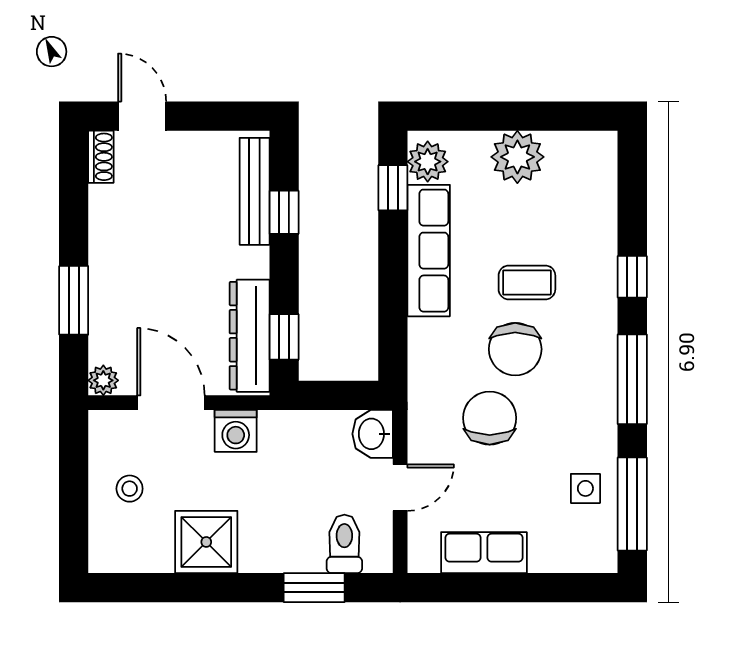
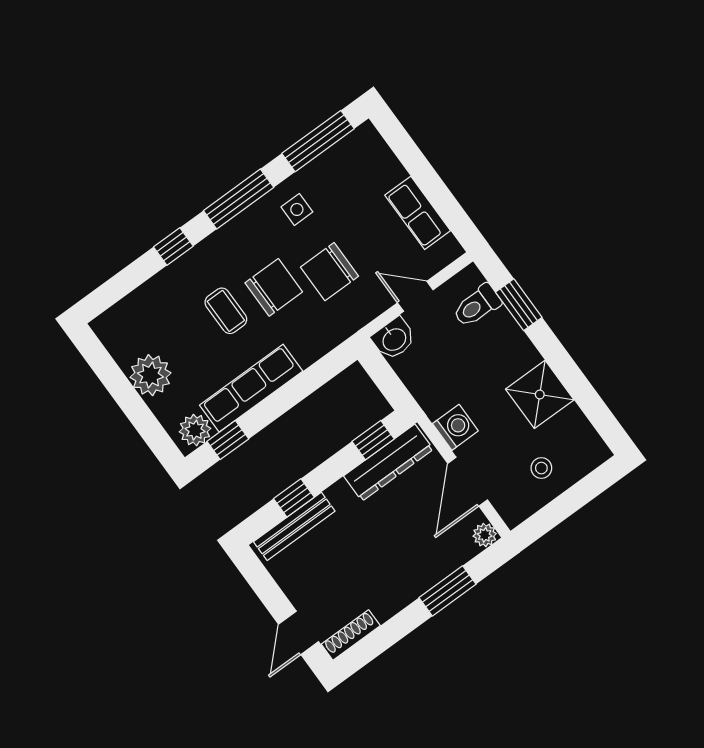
shoe rack: (101, 157) -> (351, 635), width x1.43
side table: (585, 488) -> (297, 209), moved

